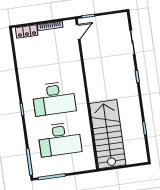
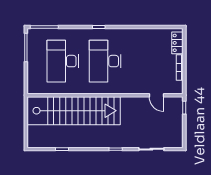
door: (78, 32) -> (157, 95), moved
stairs: (108, 134) -> (74, 111), width x1.36

